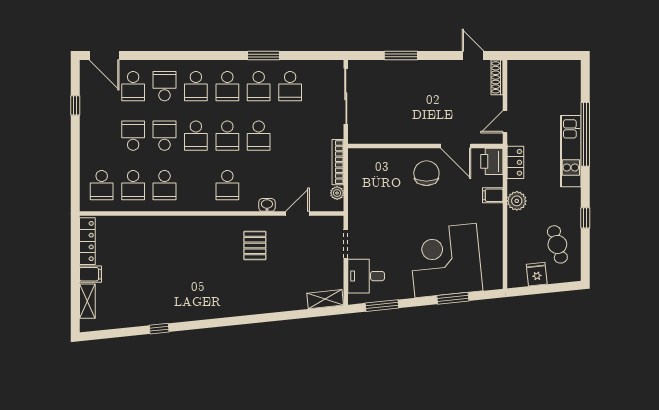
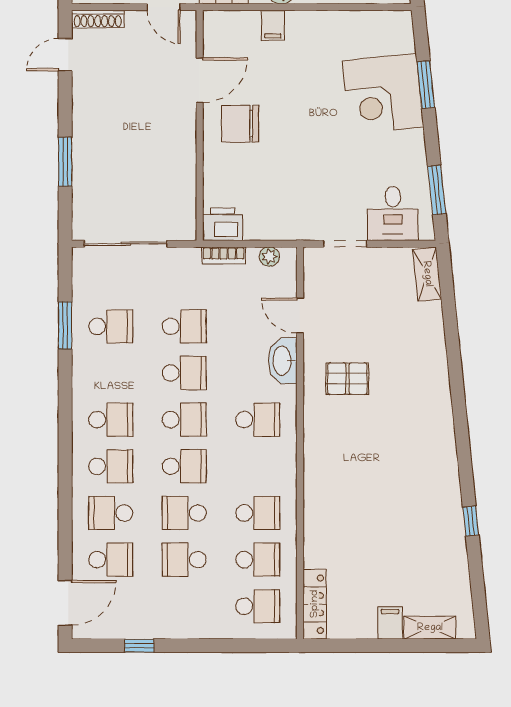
window: (264, 55) -> (65, 325), moved
school desk: (259, 86) -> (184, 326), moved
printer: (492, 161) -> (222, 224), moved, turned 180
bookcase: (338, 162) -> (224, 255), width x0.64
washbasin: (267, 205) -> (283, 361), width x1.91, depth x1.45
locker: (87, 241) -> (315, 604), moved, turned 90
corner desk: (446, 260) -> (383, 94), width x0.74, depth x0.74

